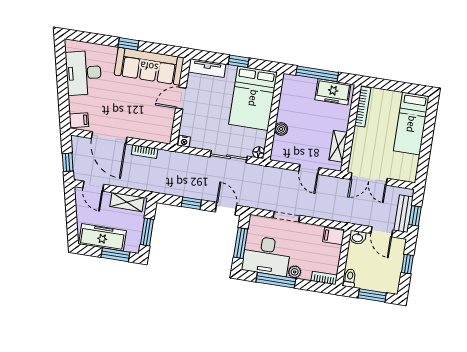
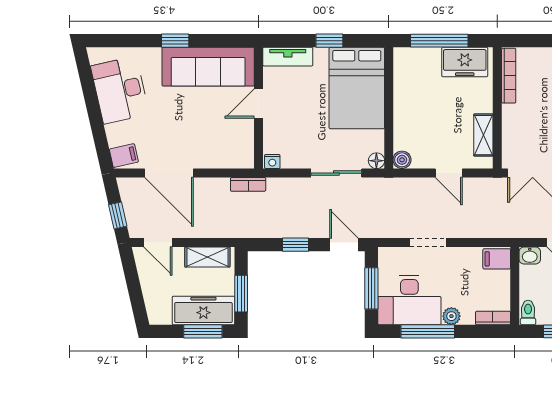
boiler: (281, 129) -> (402, 160), moved
bookcase: (145, 152) -> (248, 184), moved
freezer: (102, 237) -> (203, 310), moved

